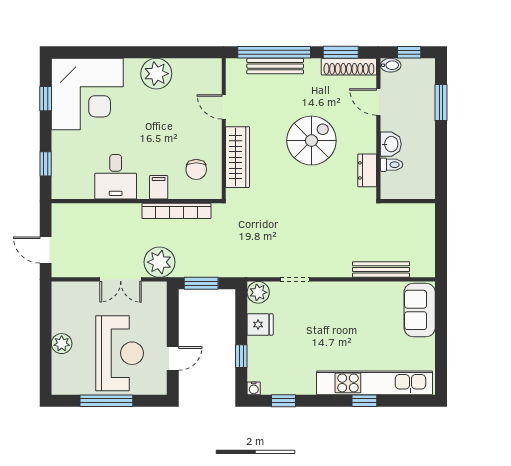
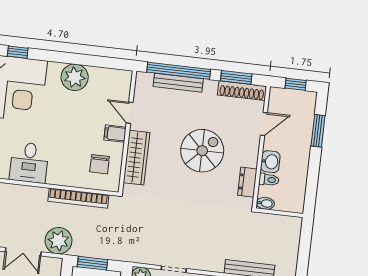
window: (88, 52) -> (18, 52), added
bidet: (391, 65) -> (265, 203), moved
door: (378, 102) -> (264, 124), swing flipped
filing cabinet: (159, 187) -> (115, 134), moved, turned -90

